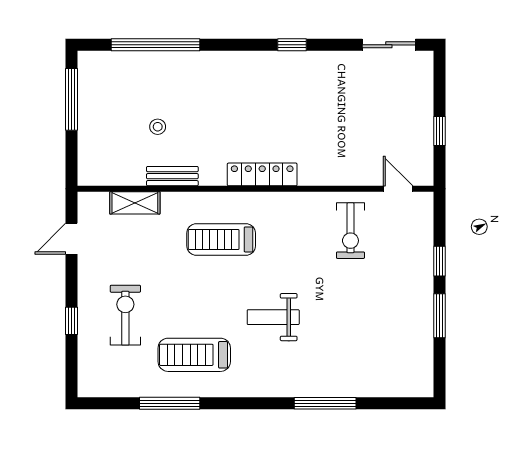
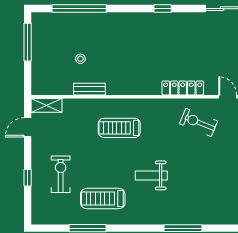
locker: (262, 174) -> (183, 88), moved
shelving: (135, 203) -> (47, 105), moved
exercise bike: (350, 231) -> (199, 122), turned 112

